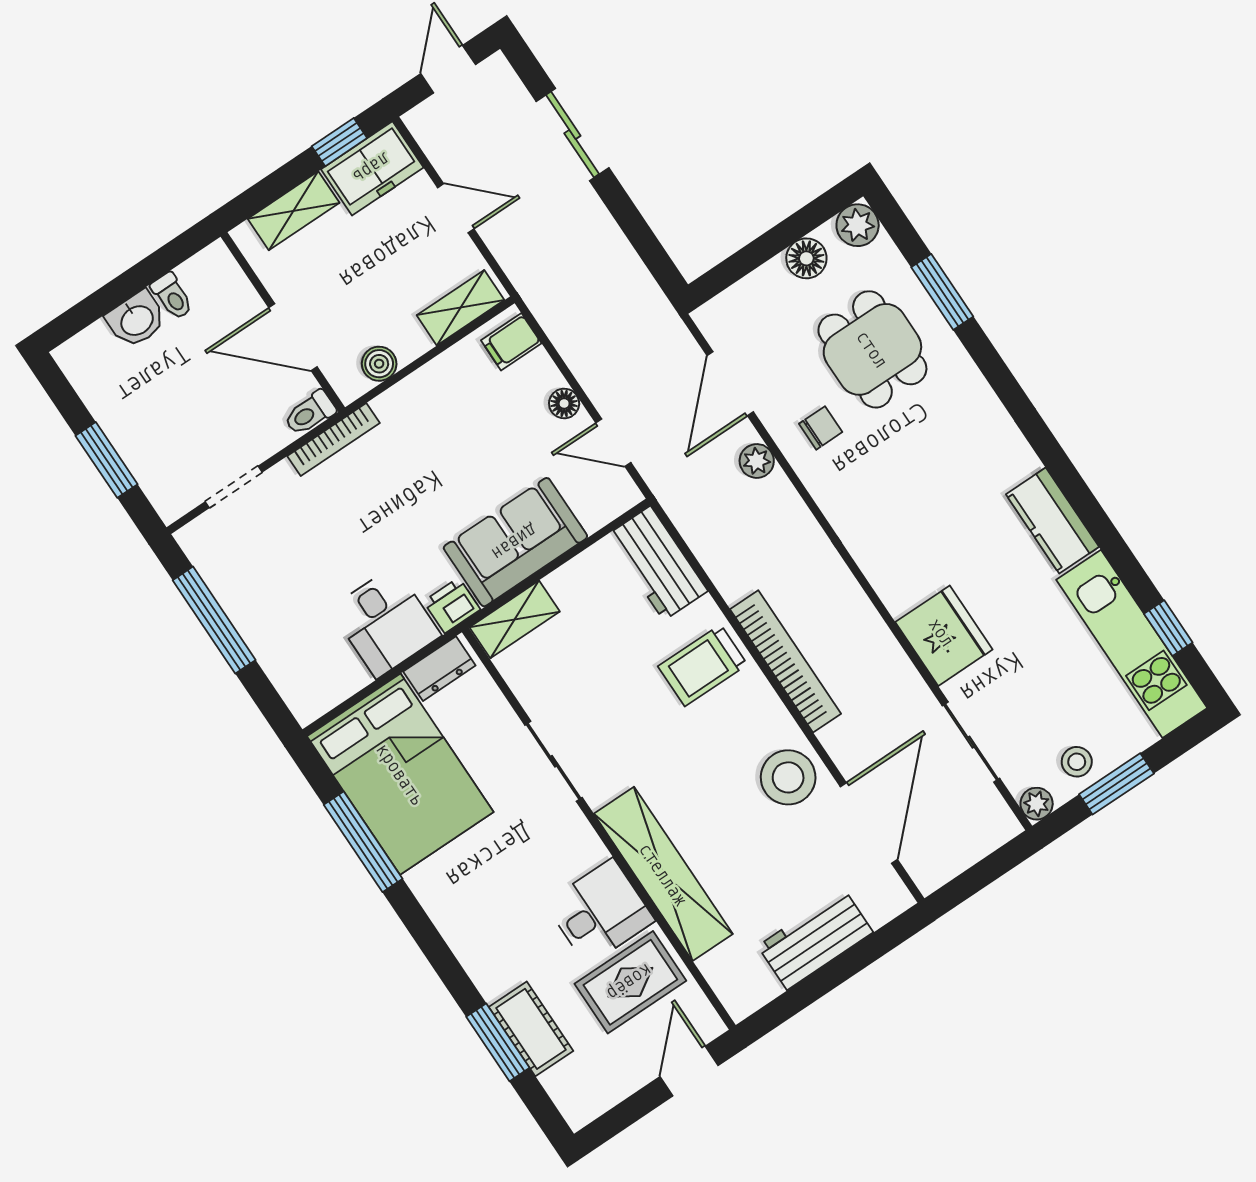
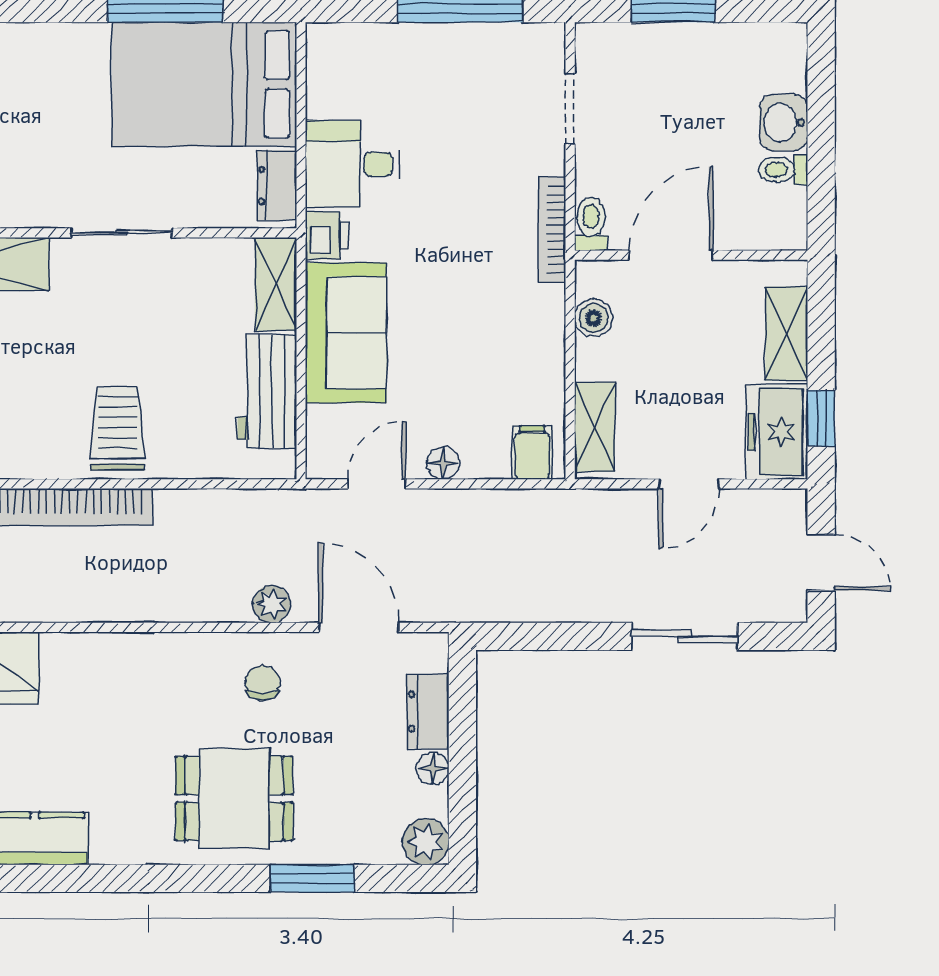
floor lamp: (806, 258) -> (433, 768), width x0.73, depth x0.73
dresser: (758, 289) -> (428, 711), added
dining table: (872, 349) -> (234, 799), moved
chair: (821, 428) -> (263, 683), turned 180
workbench: (657, 563) -> (267, 391), moved, turned -90

